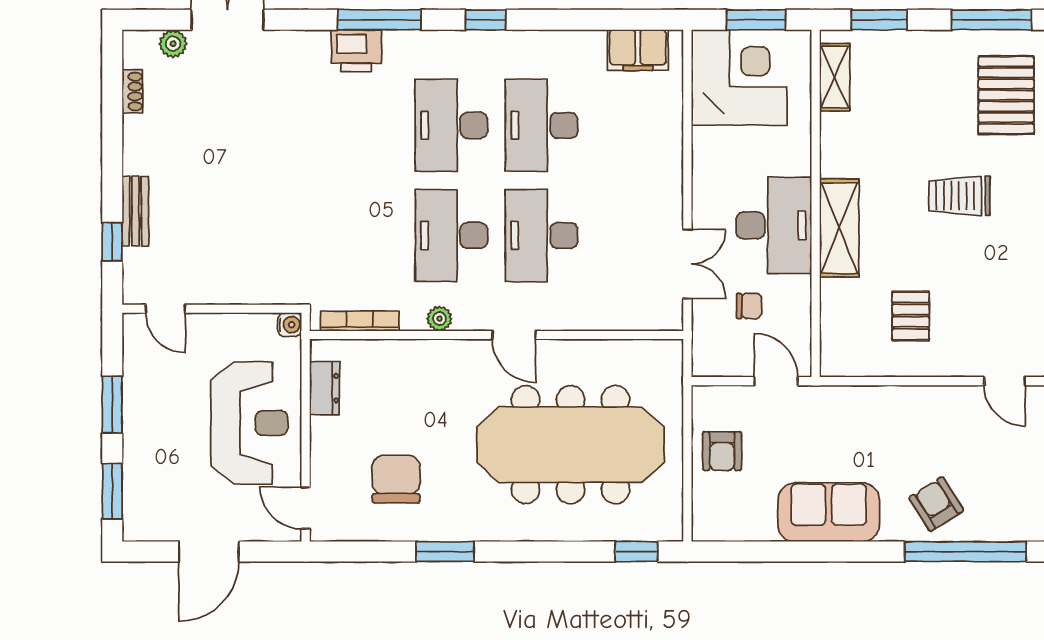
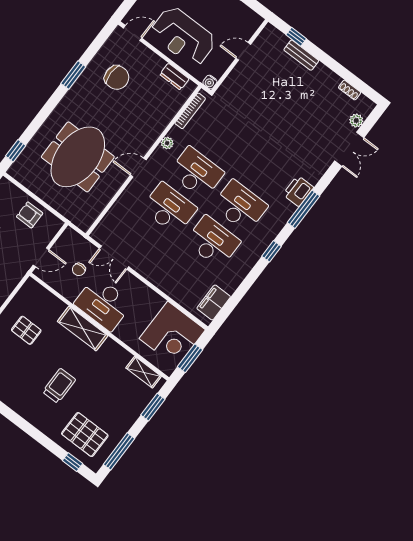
door: (165, 309) -> (243, 51), moved
meeting table: (571, 445) -> (78, 157), width x0.73

